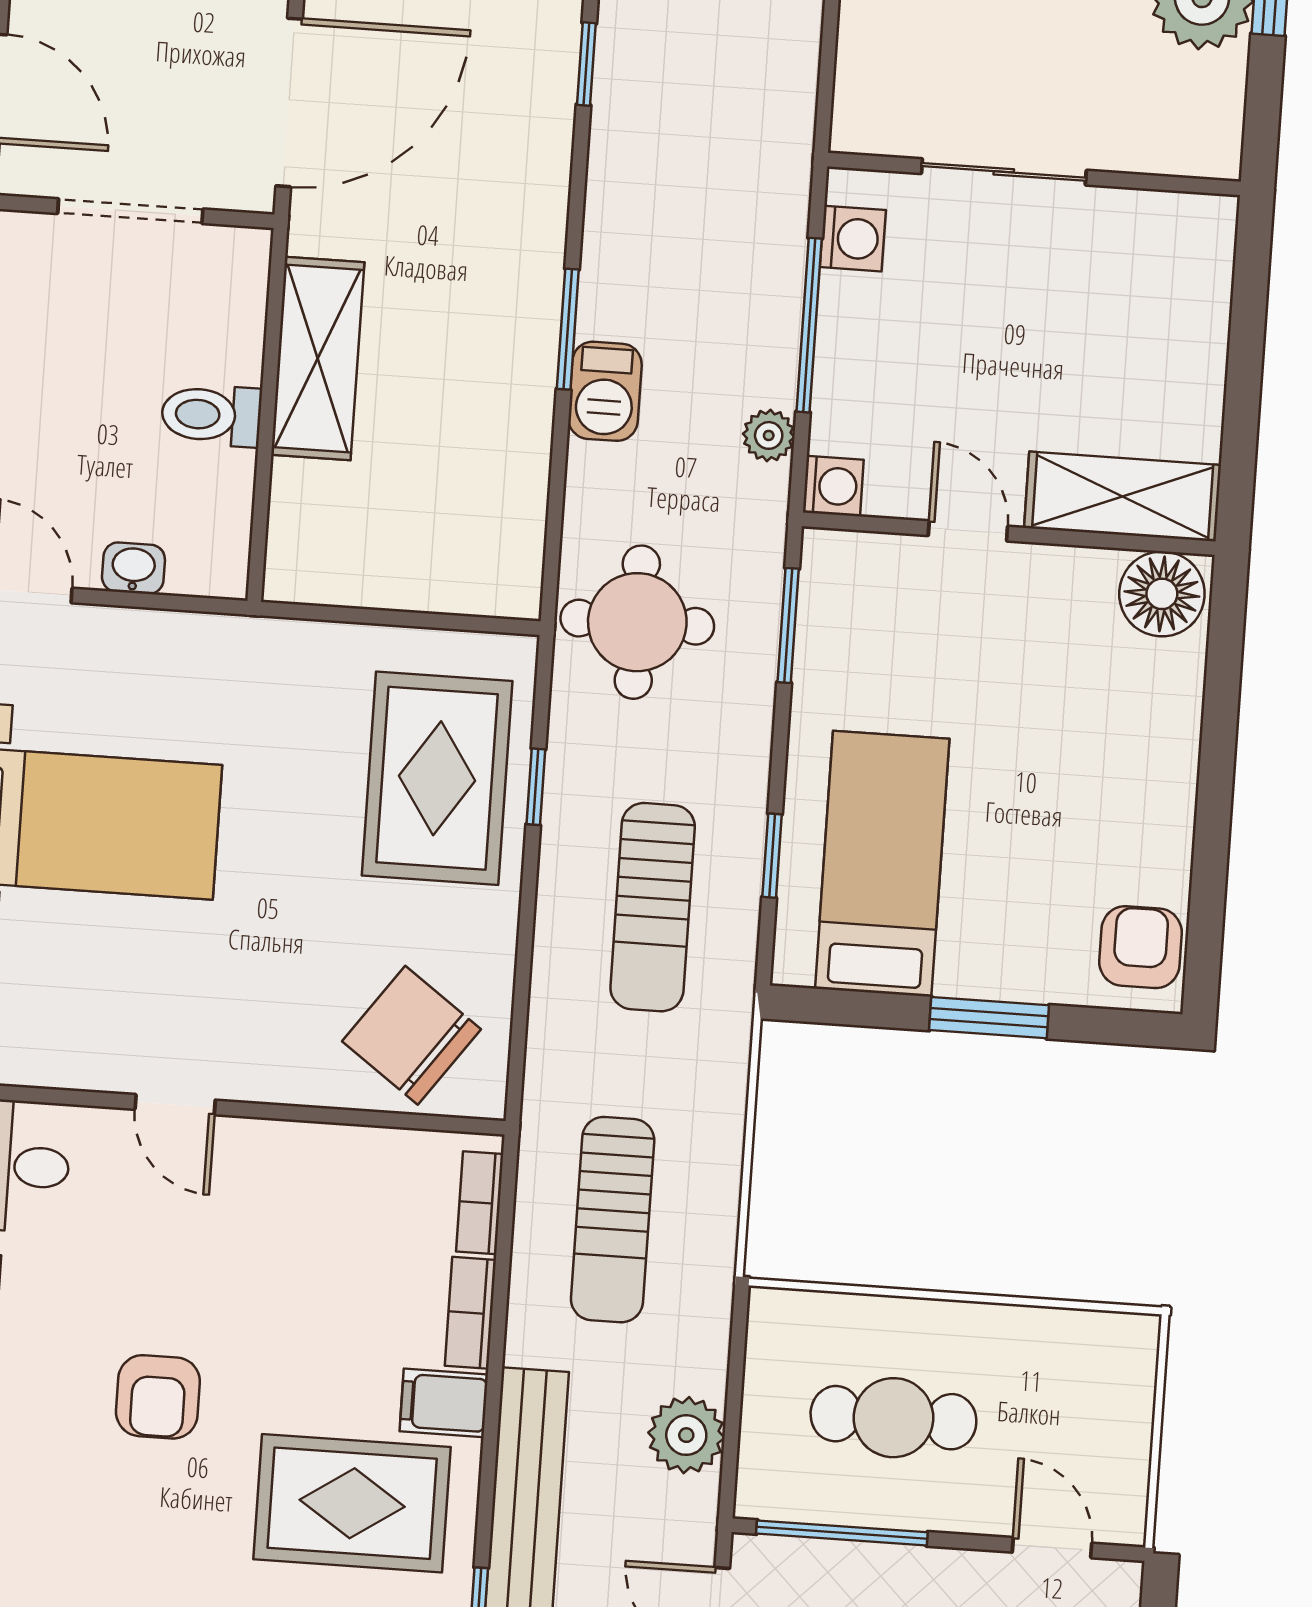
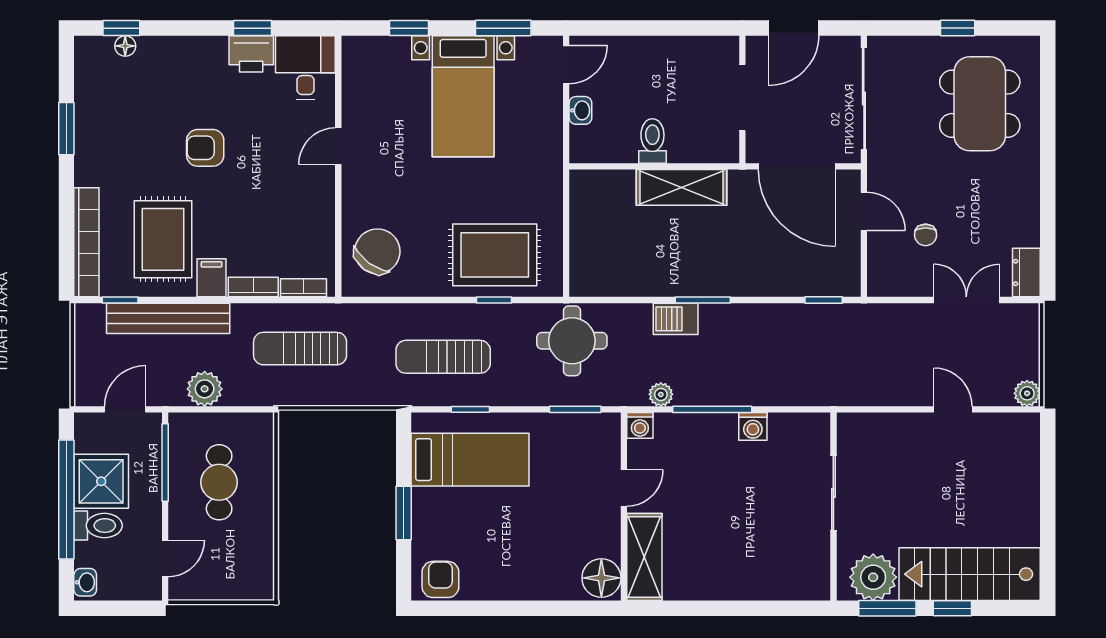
sliding door: (1004, 172) -> (833, 493), moved
wall: (1034, 174) -> (833, 507), moved
armchair: (1140, 947) -> (440, 579), turned -90

